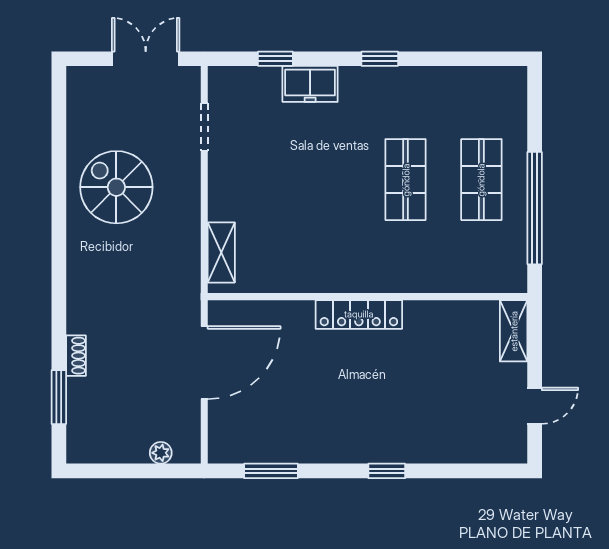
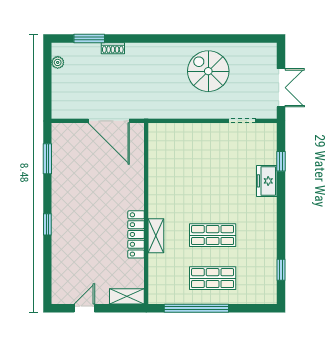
window: (380, 59) -> (281, 270), moved
spiral stairs: (116, 187) -> (208, 71), turned -90
shelving: (221, 252) -> (156, 236), moved, turned 90
locker: (359, 314) -> (136, 234), moved
door: (535, 406) -> (84, 308), swing flipped
plant: (161, 453) -> (58, 62), moved

